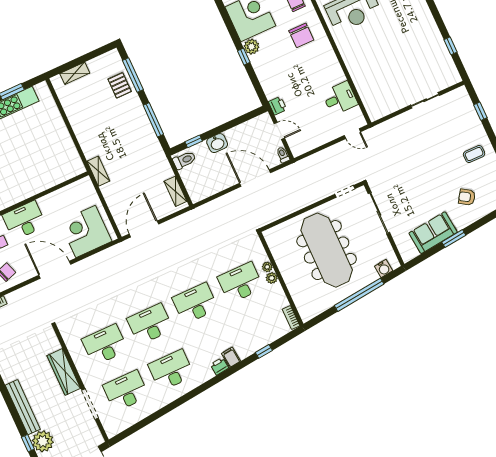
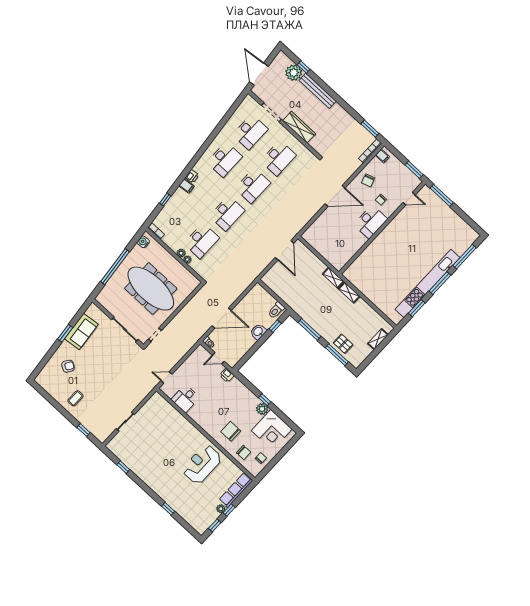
shelving: (175, 191) -> (349, 293), moved
corner desk: (86, 231) -> (325, 232), removed
water cooler: (384, 269) -> (143, 242), moved

